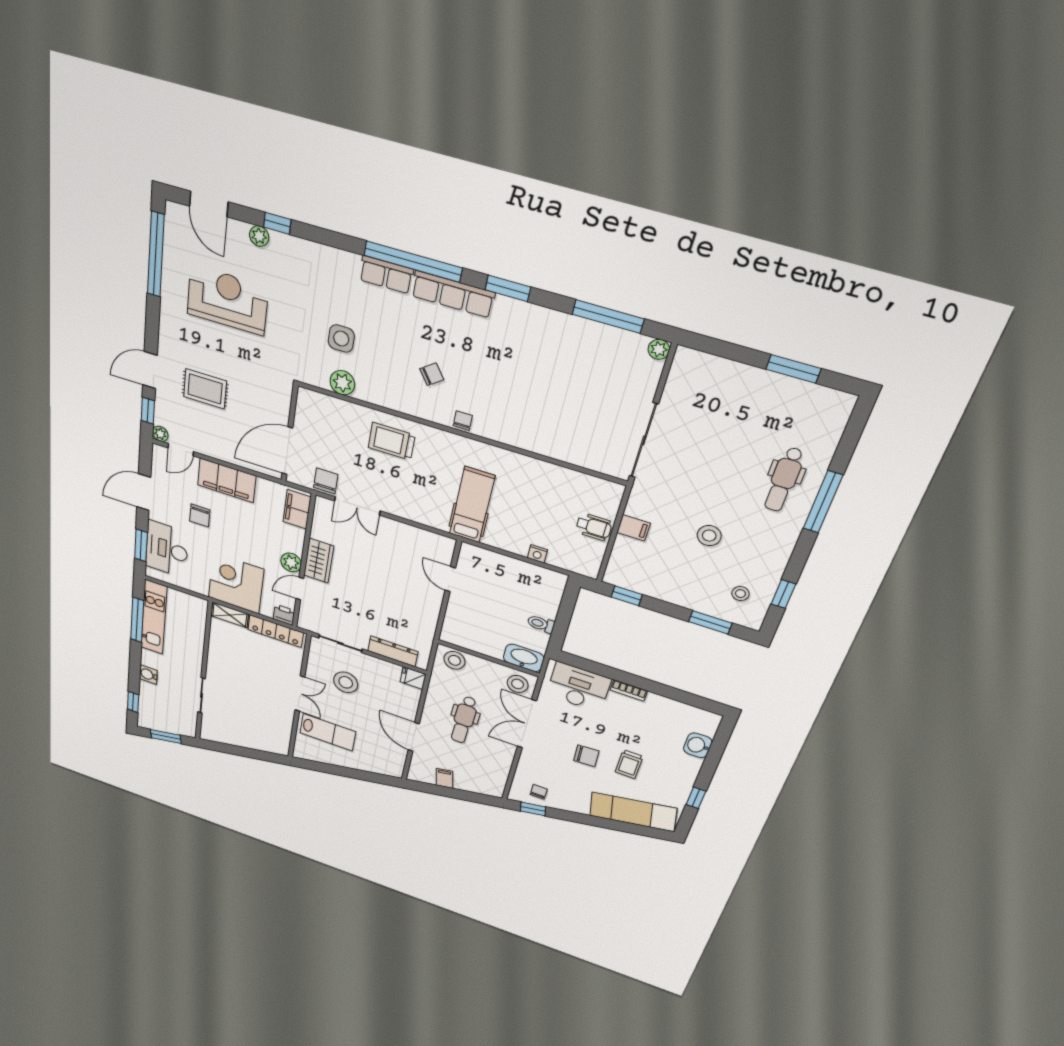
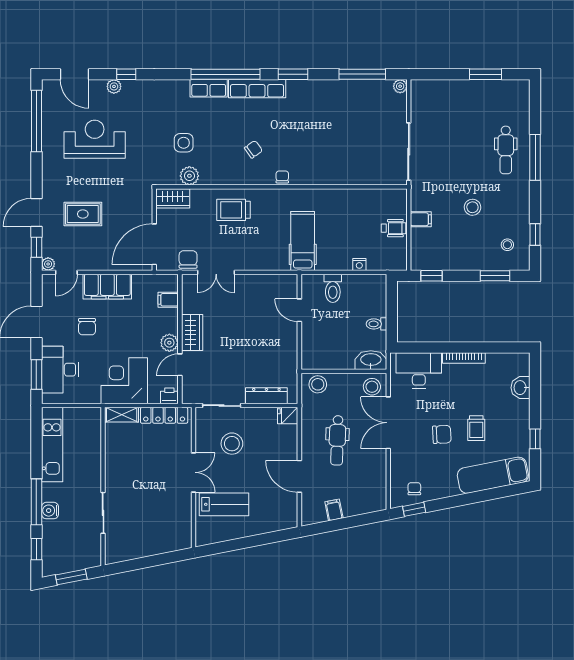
wardrobe: (317, 404) -> (173, 198), added
filing cabinet: (297, 509) -> (168, 300), width x0.50
toilet: (497, 569) -> (333, 288), added
window: (137, 620) -> (36, 502), moved
bookcase: (629, 690) -> (464, 358), width x1.56

